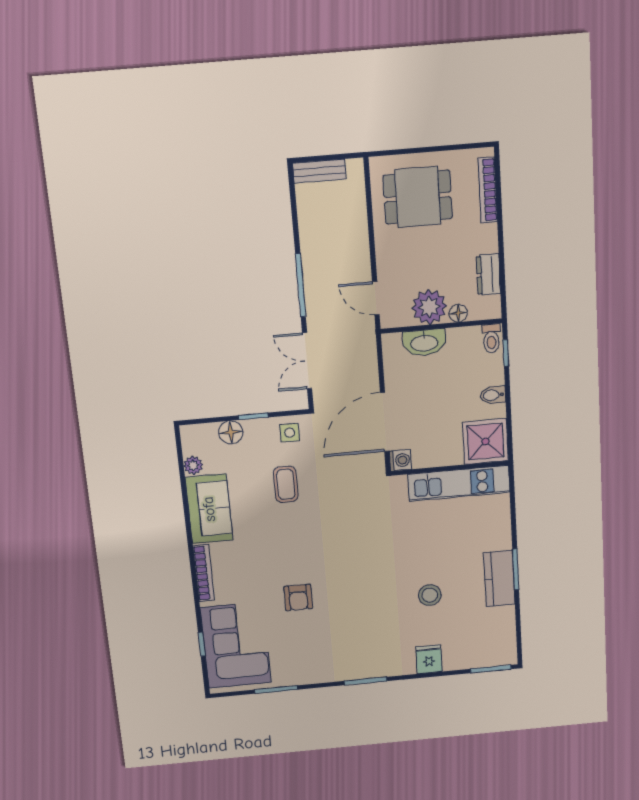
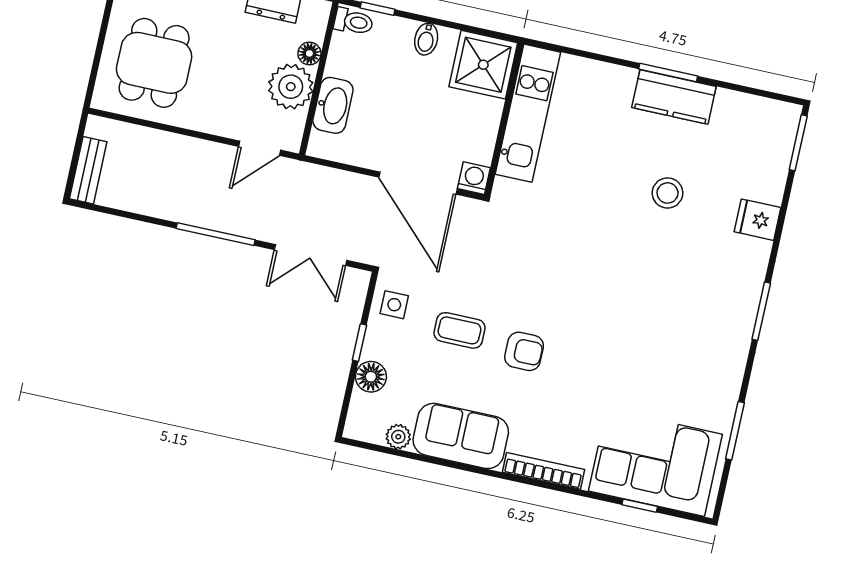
armchair: (298, 597) -> (524, 351), moved

